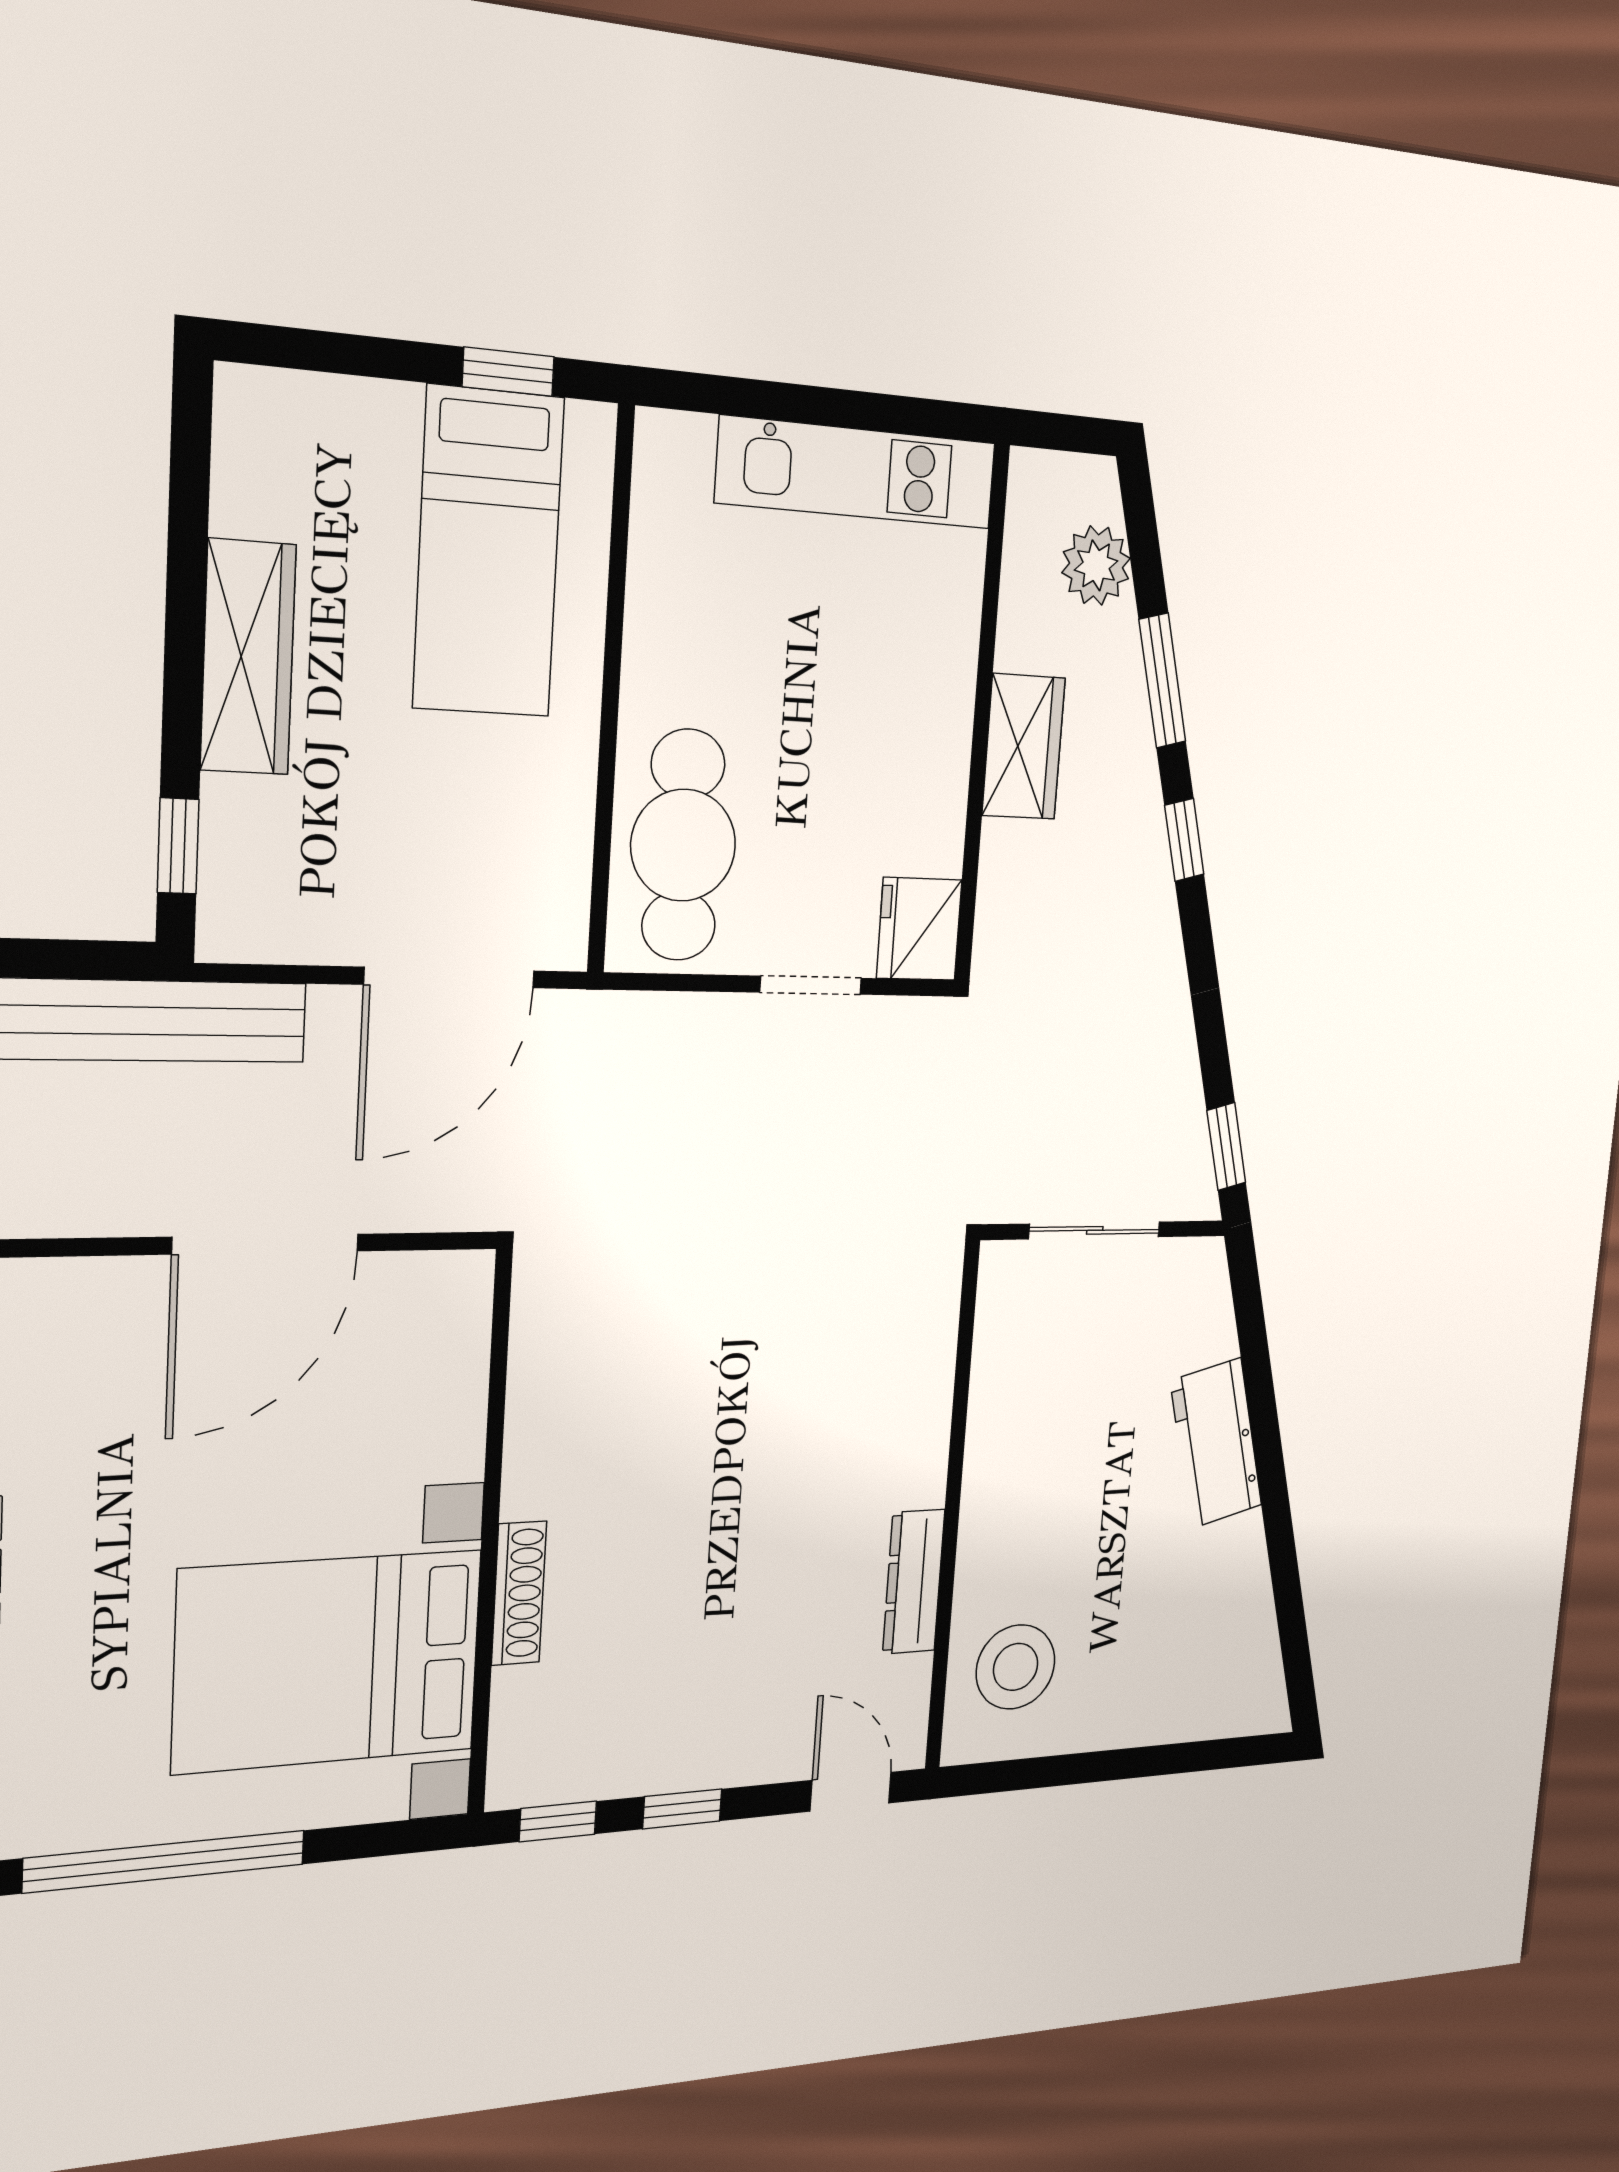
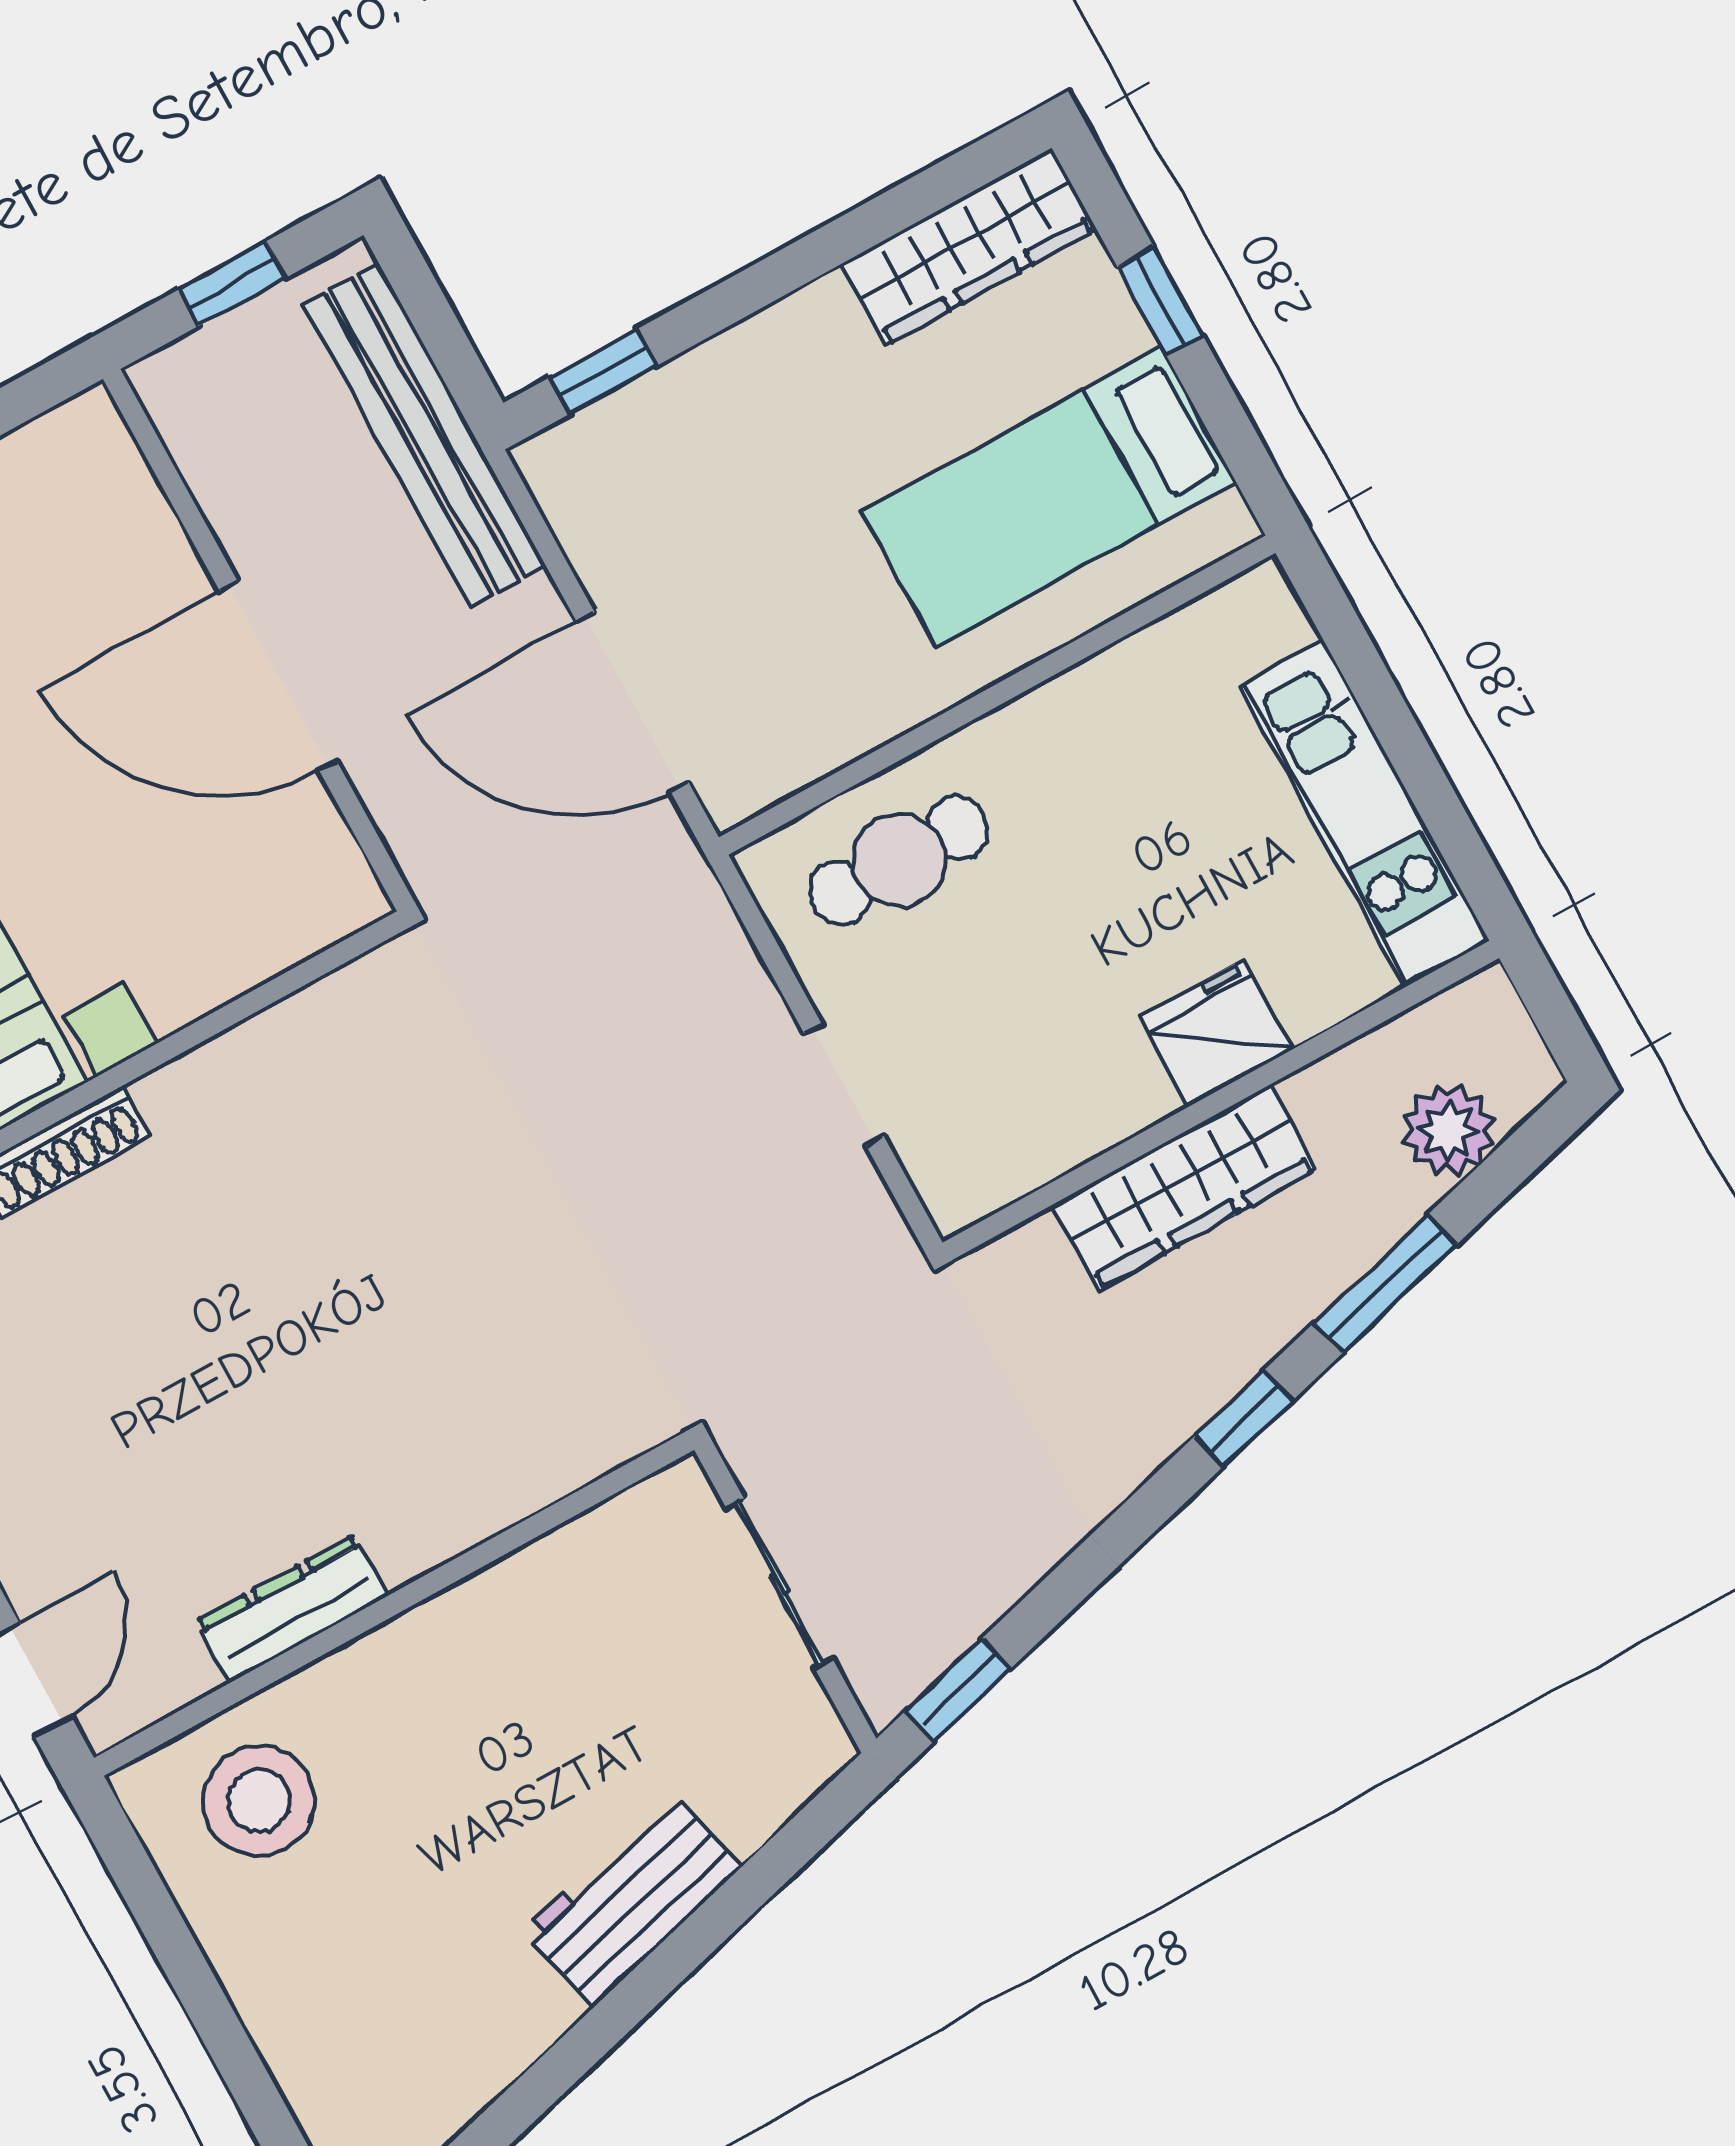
window: (508, 372) -> (1160, 301), moved
wardrobe: (248, 657) -> (969, 247), moved
wardrobe: (1024, 747) -> (1184, 1187), width x1.50
cafe table: (683, 845) -> (899, 860), width x0.73, depth x0.74
fridge: (919, 929) -> (1216, 1033), moved

